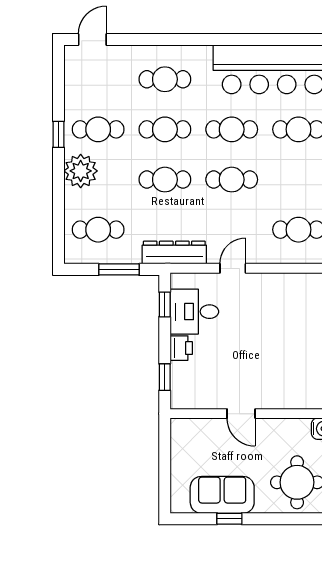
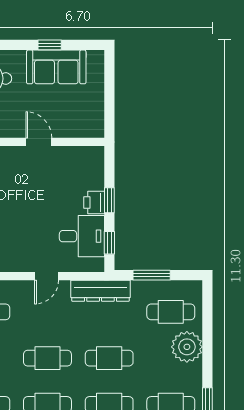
plant: (81, 171) -> (187, 347), moved
window: (165, 377) -> (109, 200), moved

